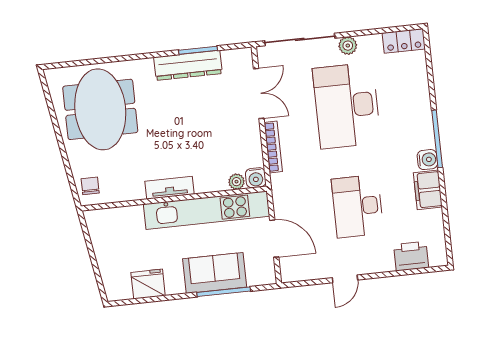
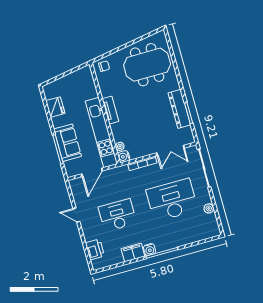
locker: (404, 41) -> (213, 225), removed
plant: (348, 46) -> (209, 208), moved

